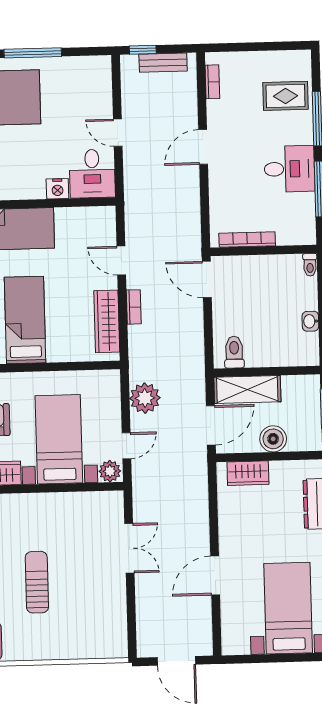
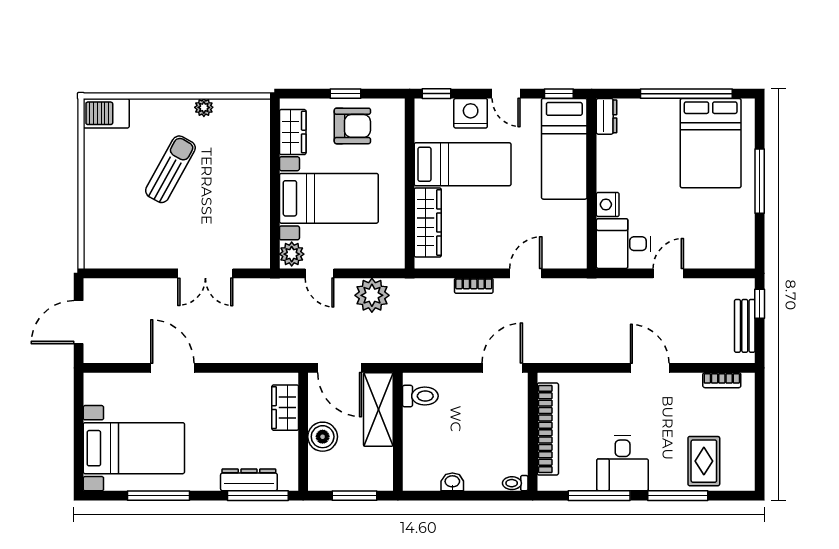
bookcase: (247, 239) -> (548, 429), width x1.48, depth x1.31
wardrobe: (107, 321) -> (428, 223), moved, turned 90
sun lounger: (37, 582) -> (170, 169), turned -61

